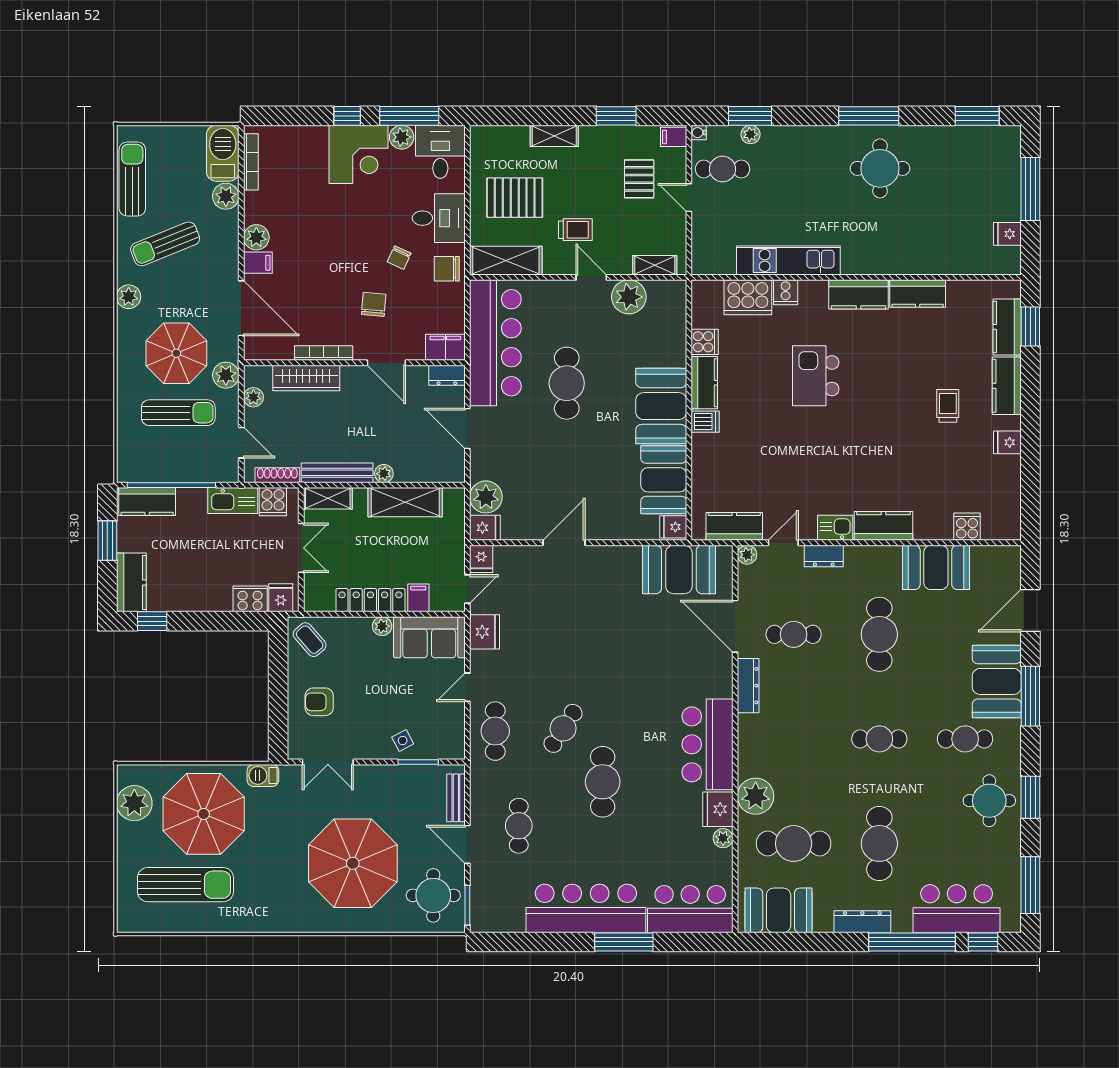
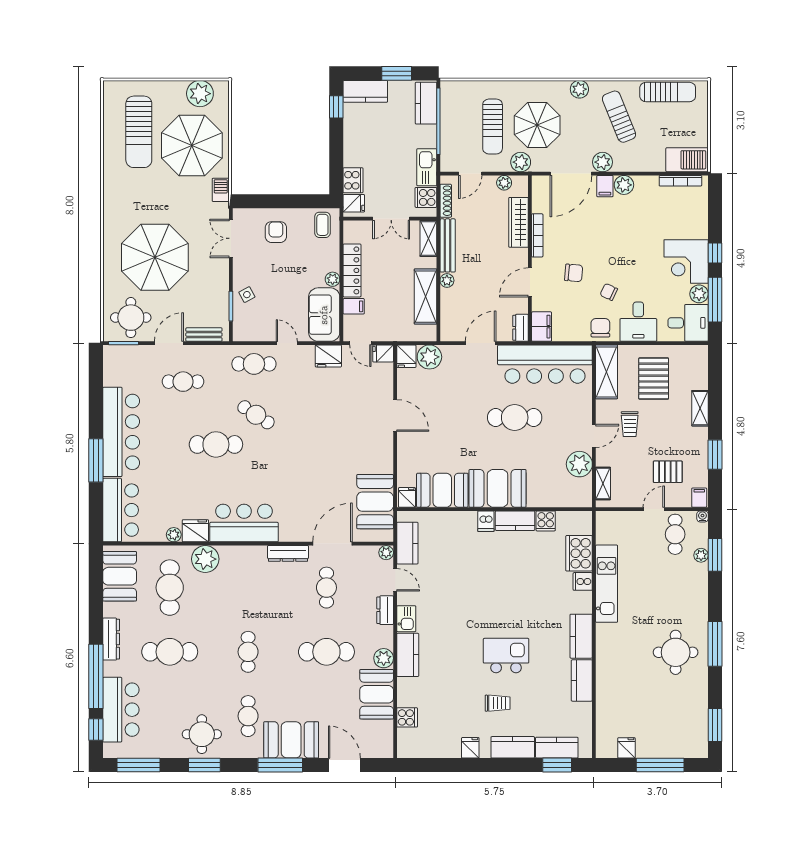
plant: (226, 196) -> (603, 162), moved
kitchen island: (816, 376) -> (506, 656), moved
plant: (888, 558) -> (384, 658), added
coffee table: (310, 640) -> (322, 225), turned -49

